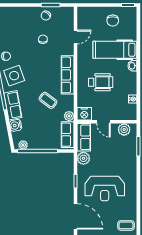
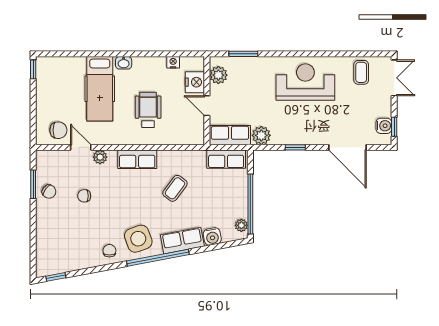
chair: (113, 21) -> (58, 130), moved
row of seats: (68, 75) -> (137, 159), width x0.68
nightstand: (84, 114) -> (195, 82), moved
plant: (69, 116) -> (100, 157), moved
door: (104, 122) -> (207, 106), swing flipped
reception desk: (105, 188) -> (305, 82), moved, turned -90
door: (75, 216) -> (348, 147), swing flipped

